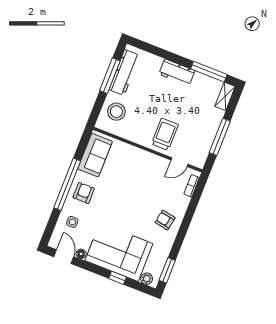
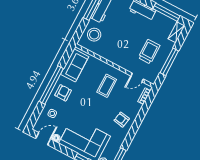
trolley: (165, 134) -> (149, 52), moved
coffee table: (140, 177) -> (107, 86), added
door: (64, 257) -> (43, 139), hinge flipped

